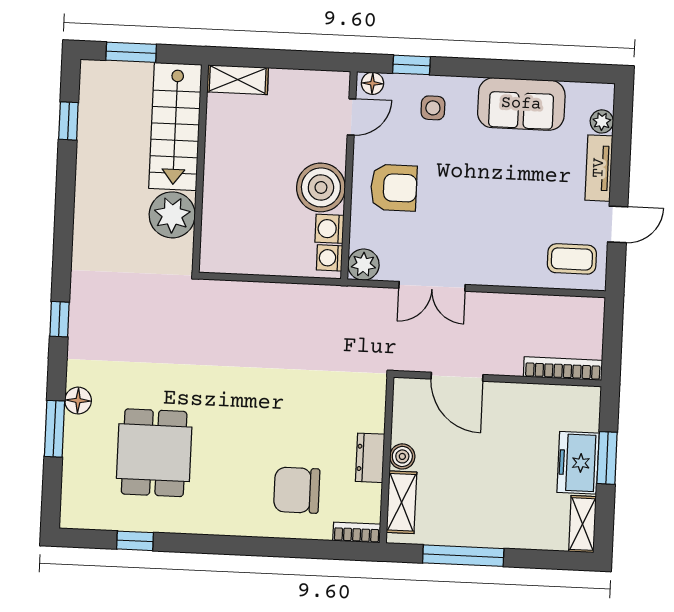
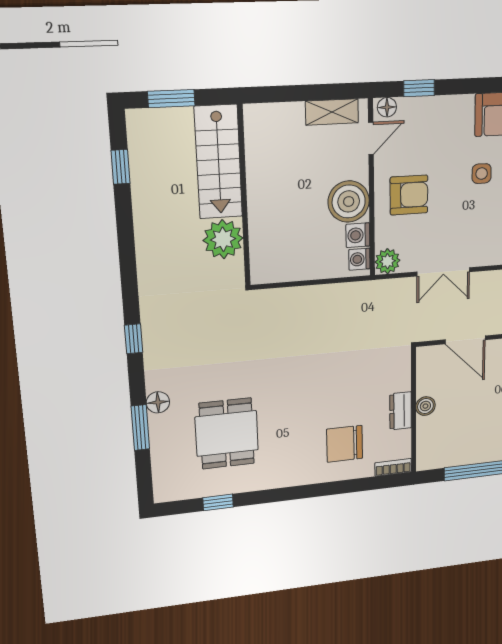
shelving: (238, 80) -> (332, 112), moved
side table: (433, 108) -> (482, 174), moved
shelving: (402, 502) -> (426, 440), removed

